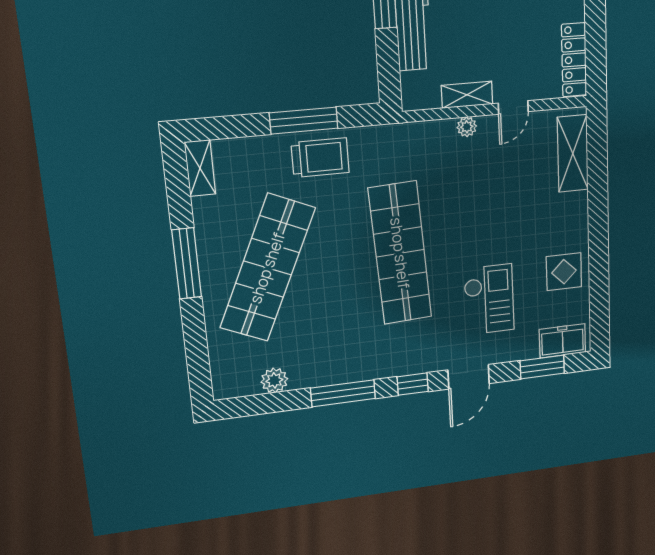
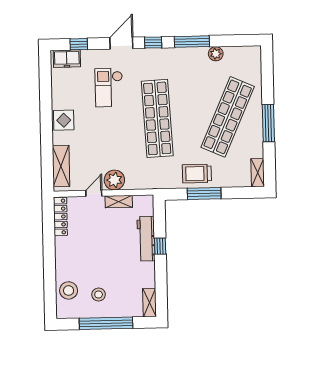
plant: (467, 127) -> (114, 180), width x1.87, depth x1.87
display table: (564, 272) -> (64, 120), moved
window: (542, 367) -> (79, 44), width x0.67
plant: (274, 380) -> (216, 54), moved

